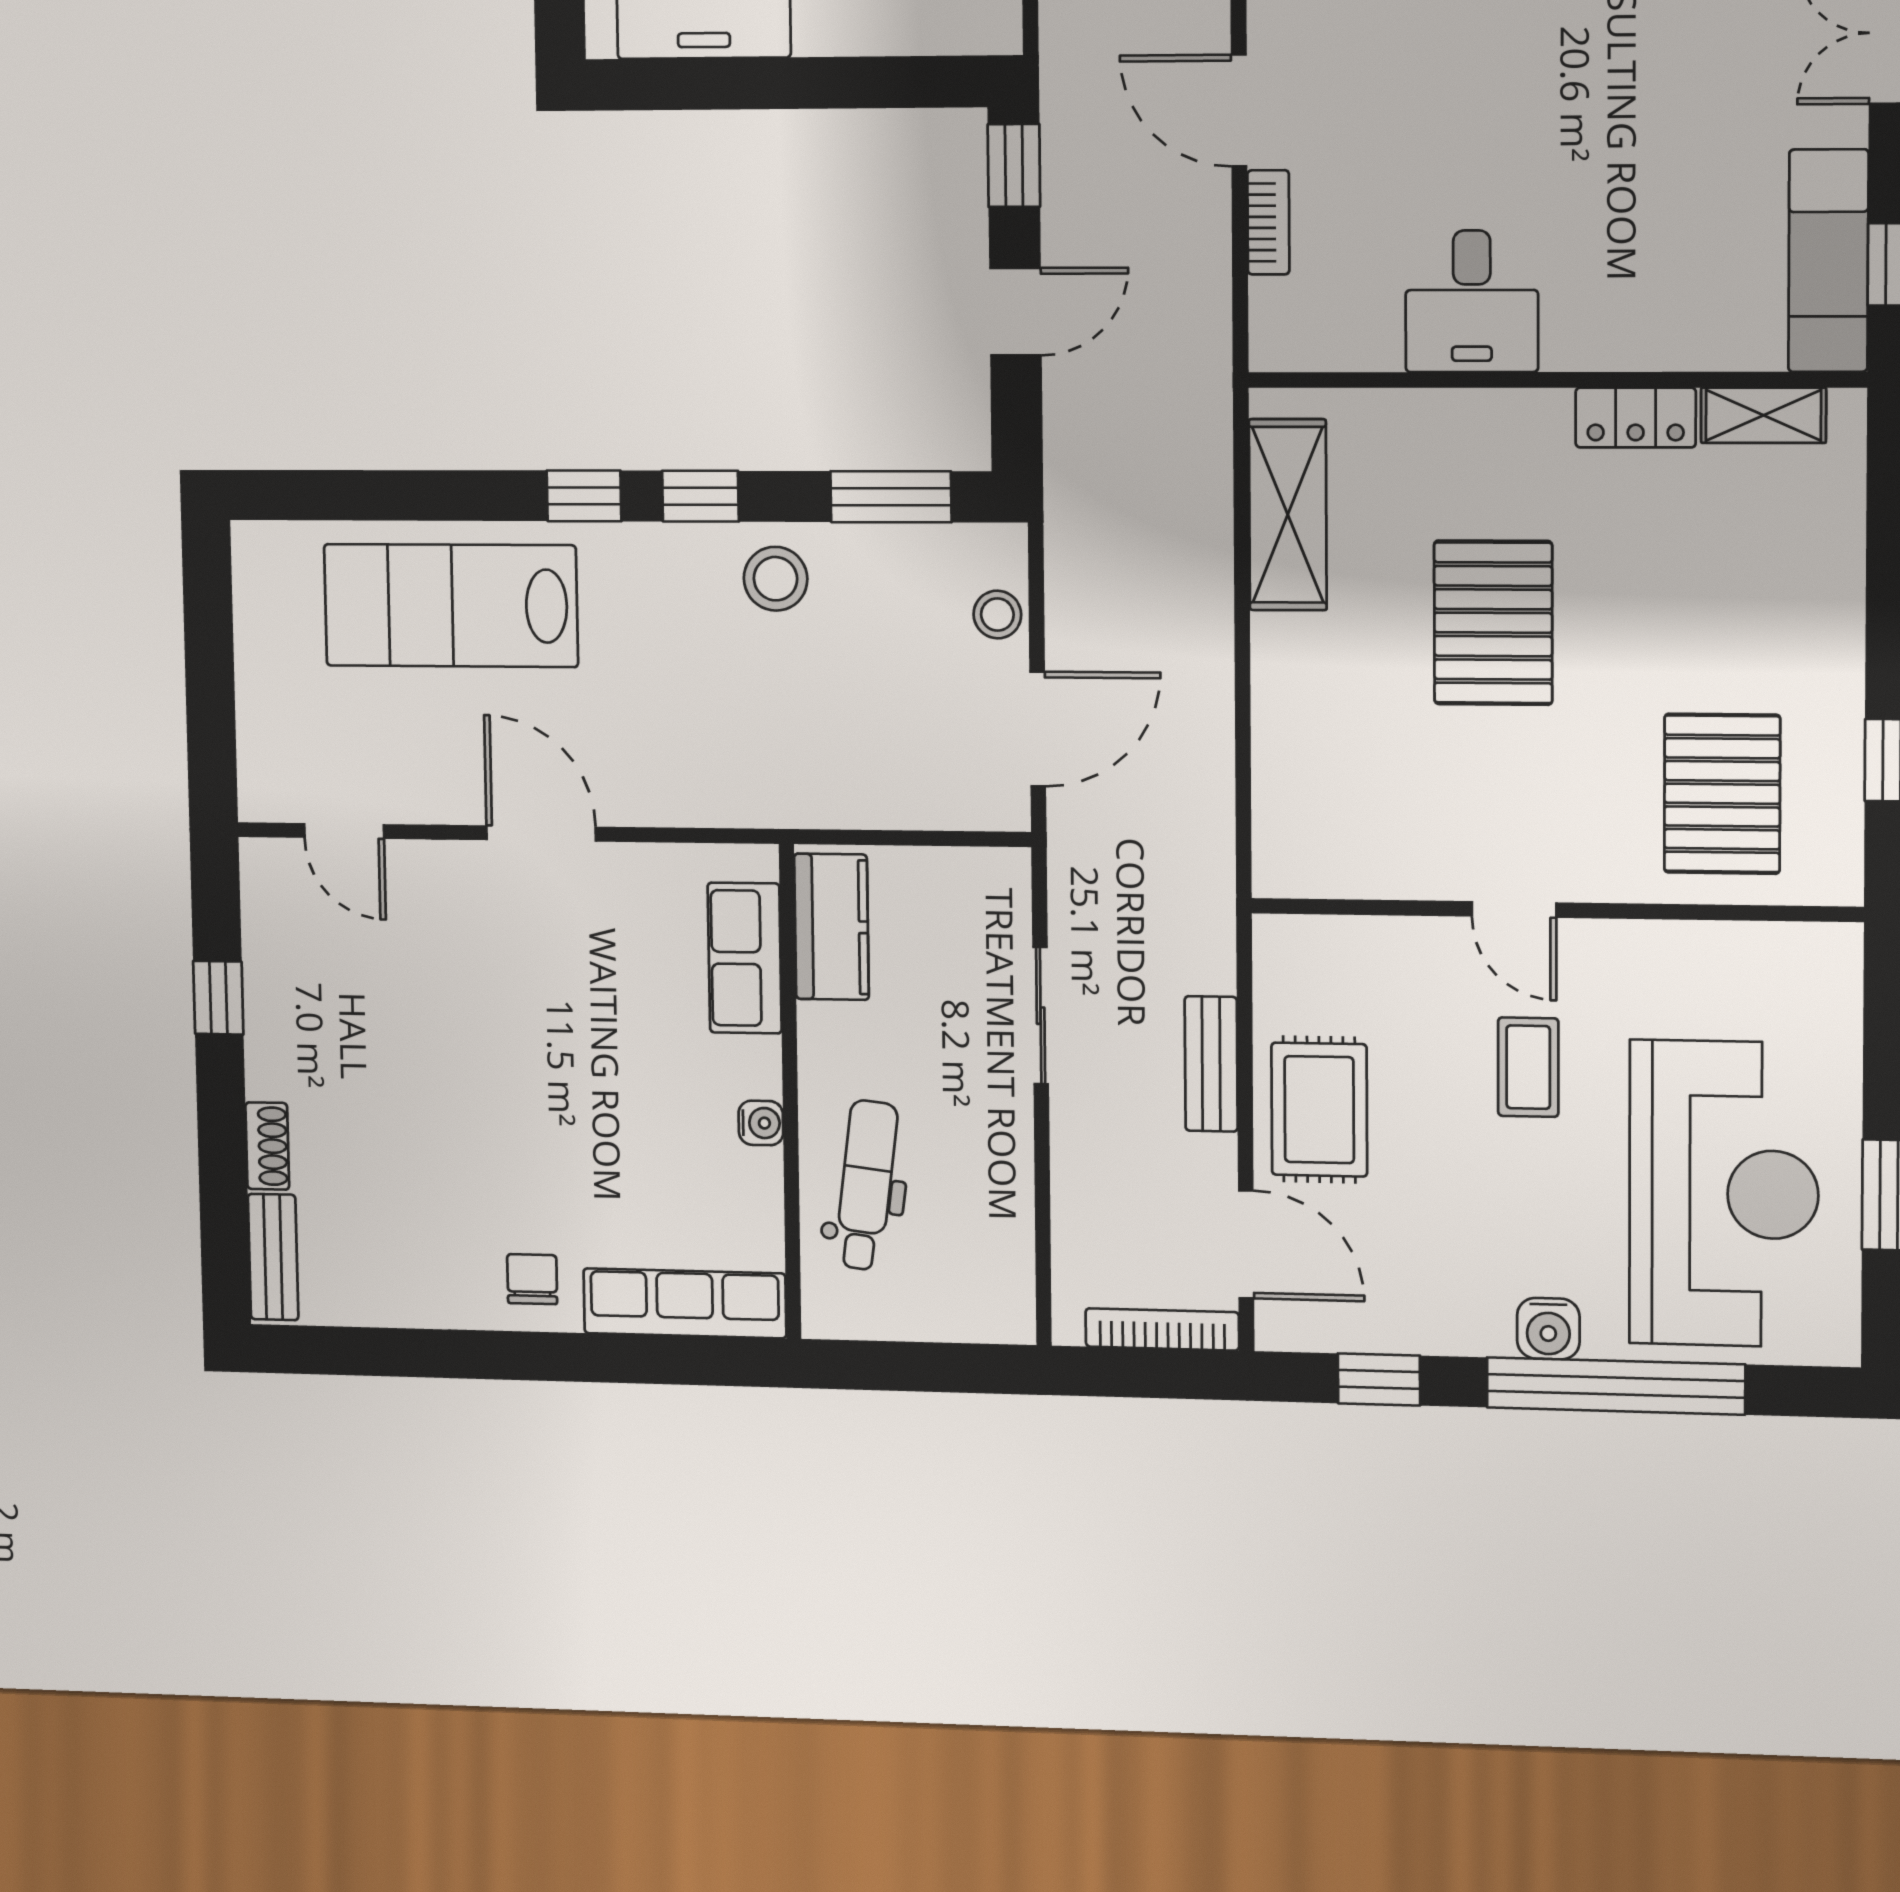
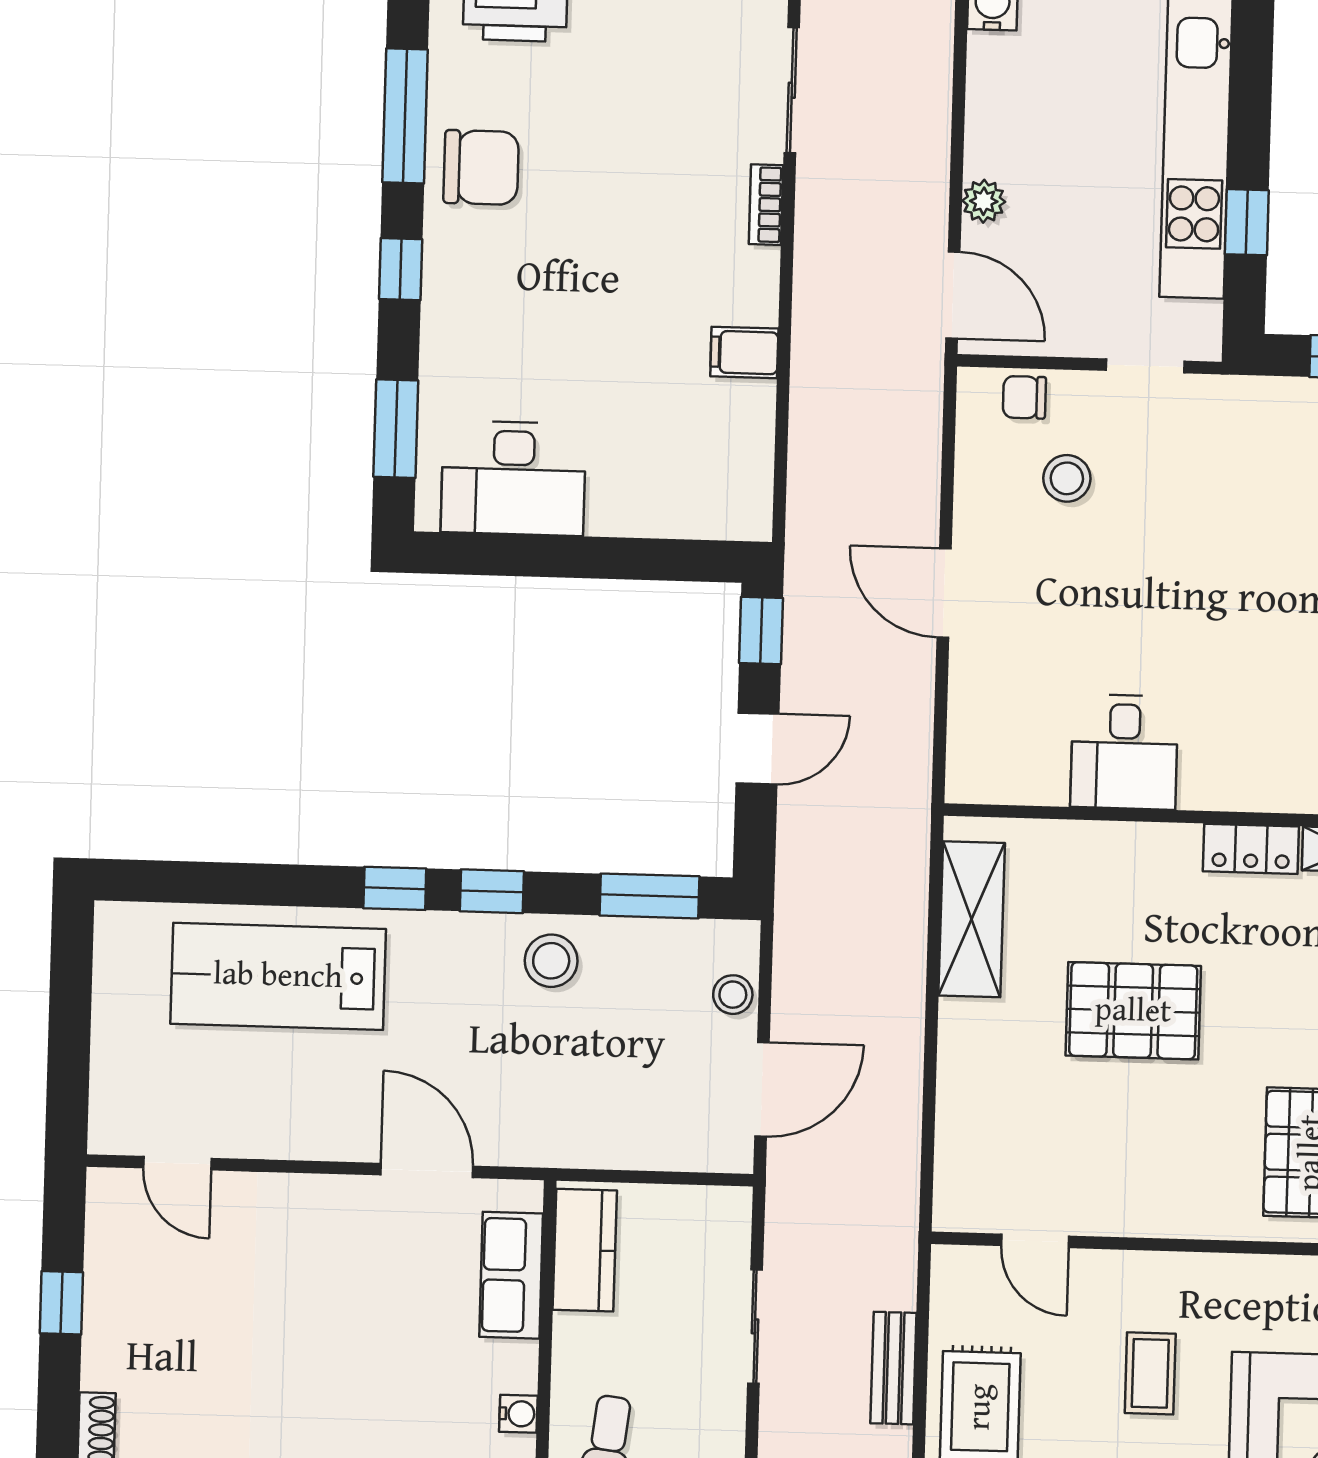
bookcase: (1268, 222) -> (964, 683), removed
pallet: (1493, 623) -> (1133, 1011), turned 90
door: (541, 833) -> (427, 1171), moved
door: (1514, 910) -> (1035, 1241), moved

